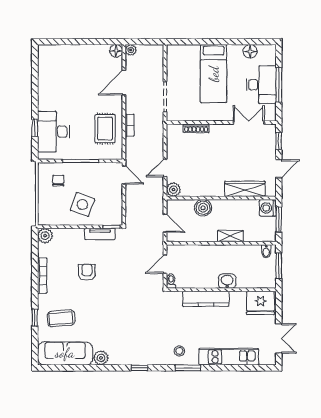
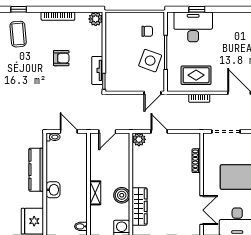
side table: (82, 205) -> (150, 61), moved
boiler: (203, 208) -> (122, 195), moved

